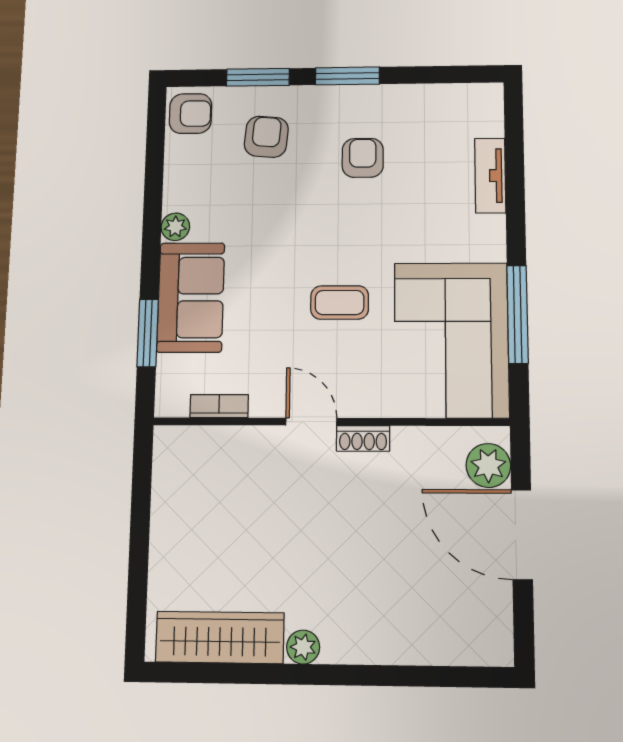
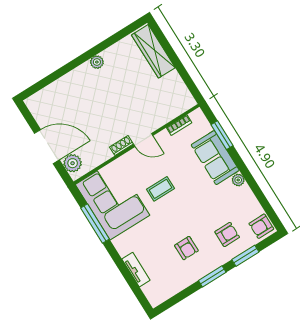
armchair: (266, 137) -> (227, 234), turned -95
wardrobe: (220, 637) -> (153, 51), moved, turned 90

